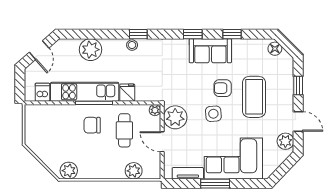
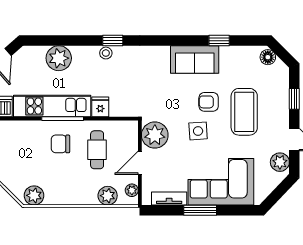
window: (193, 34) -> (175, 41), removed
plant: (155, 110) -> (132, 190), moved
door: (162, 142) -> (140, 163), hinge flipped

